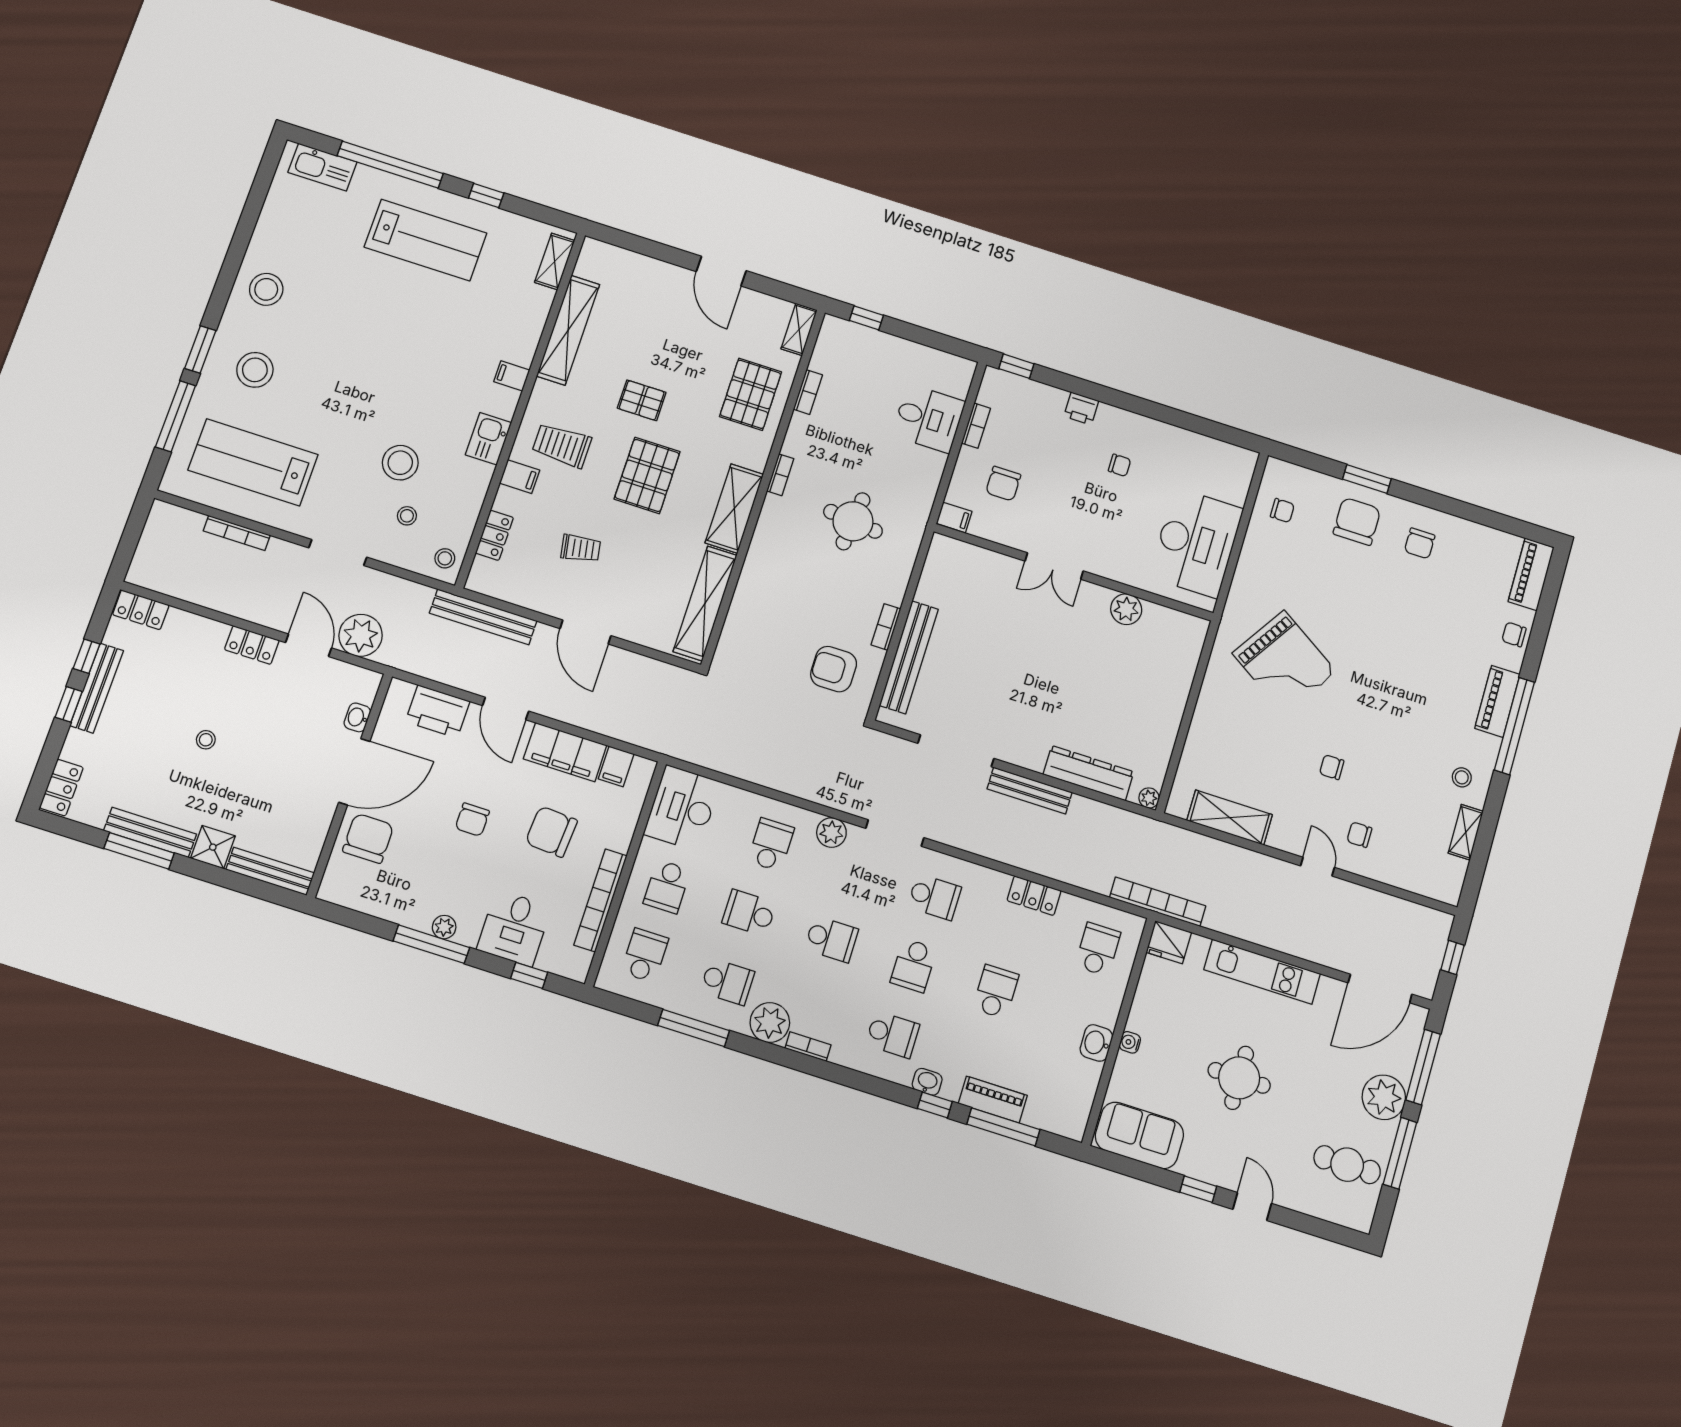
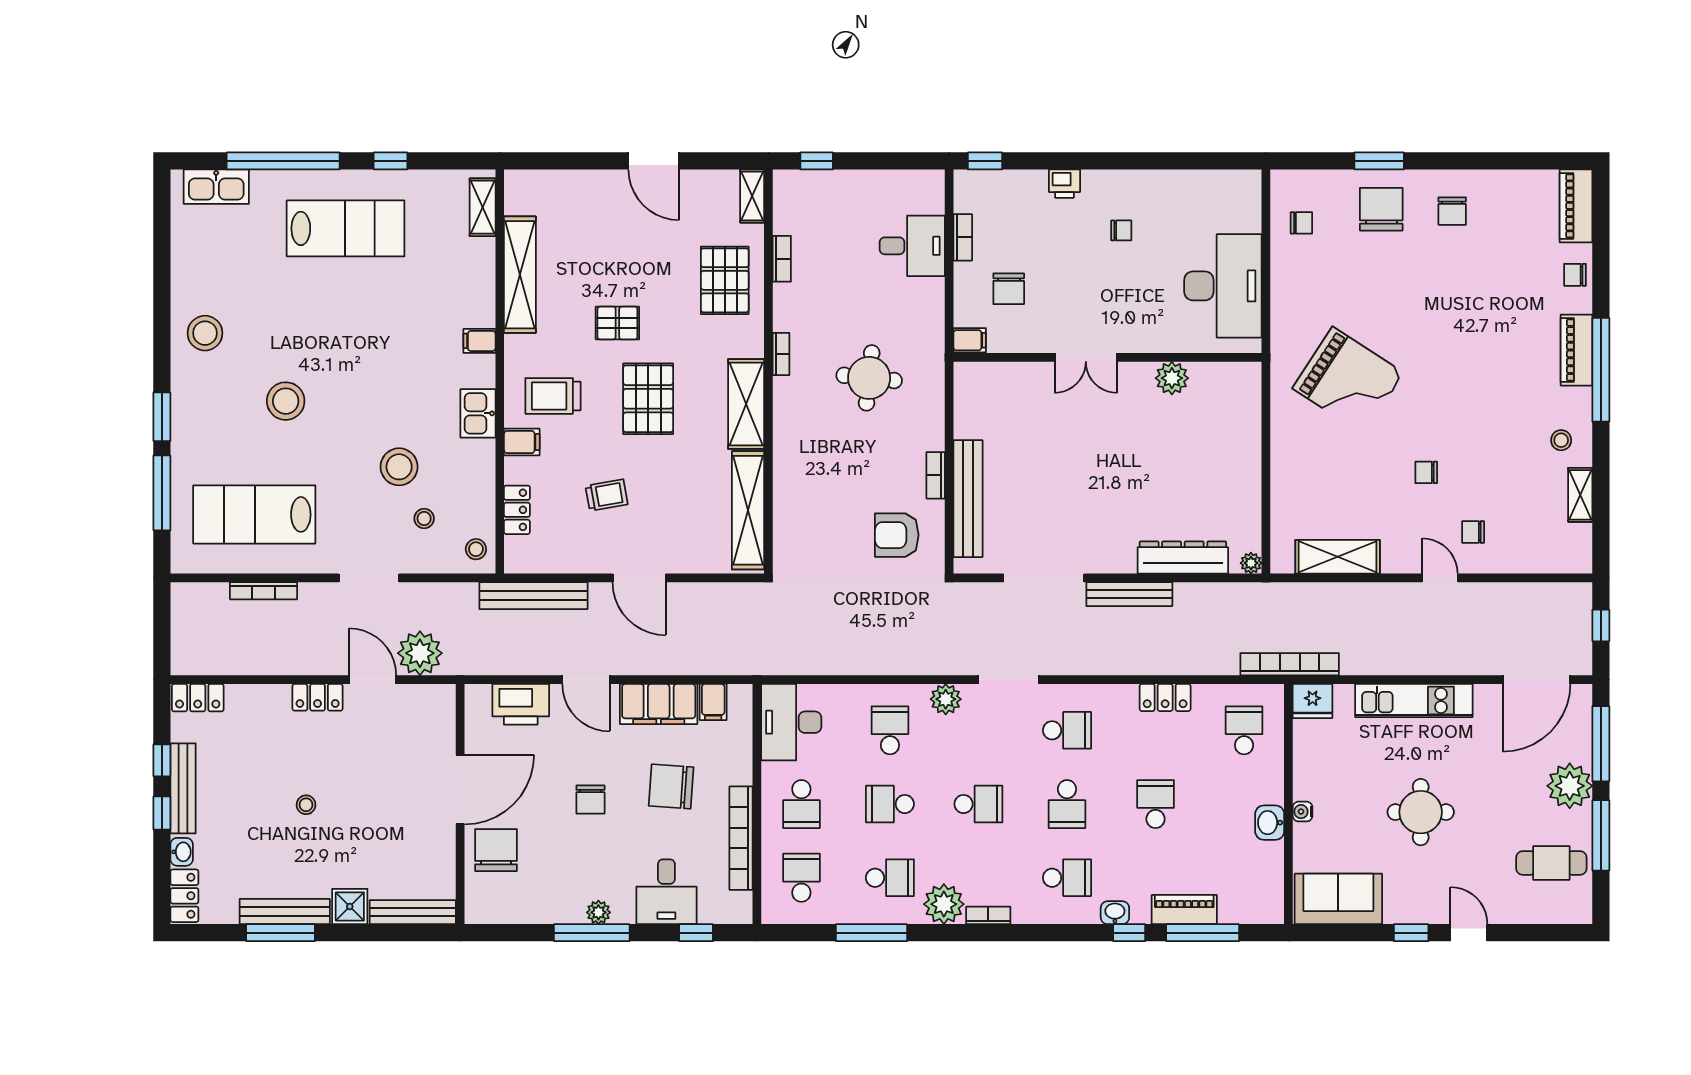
stool: (255, 370) -> (286, 401), moved
washbasin: (357, 717) -> (182, 852), moved, turned 180

